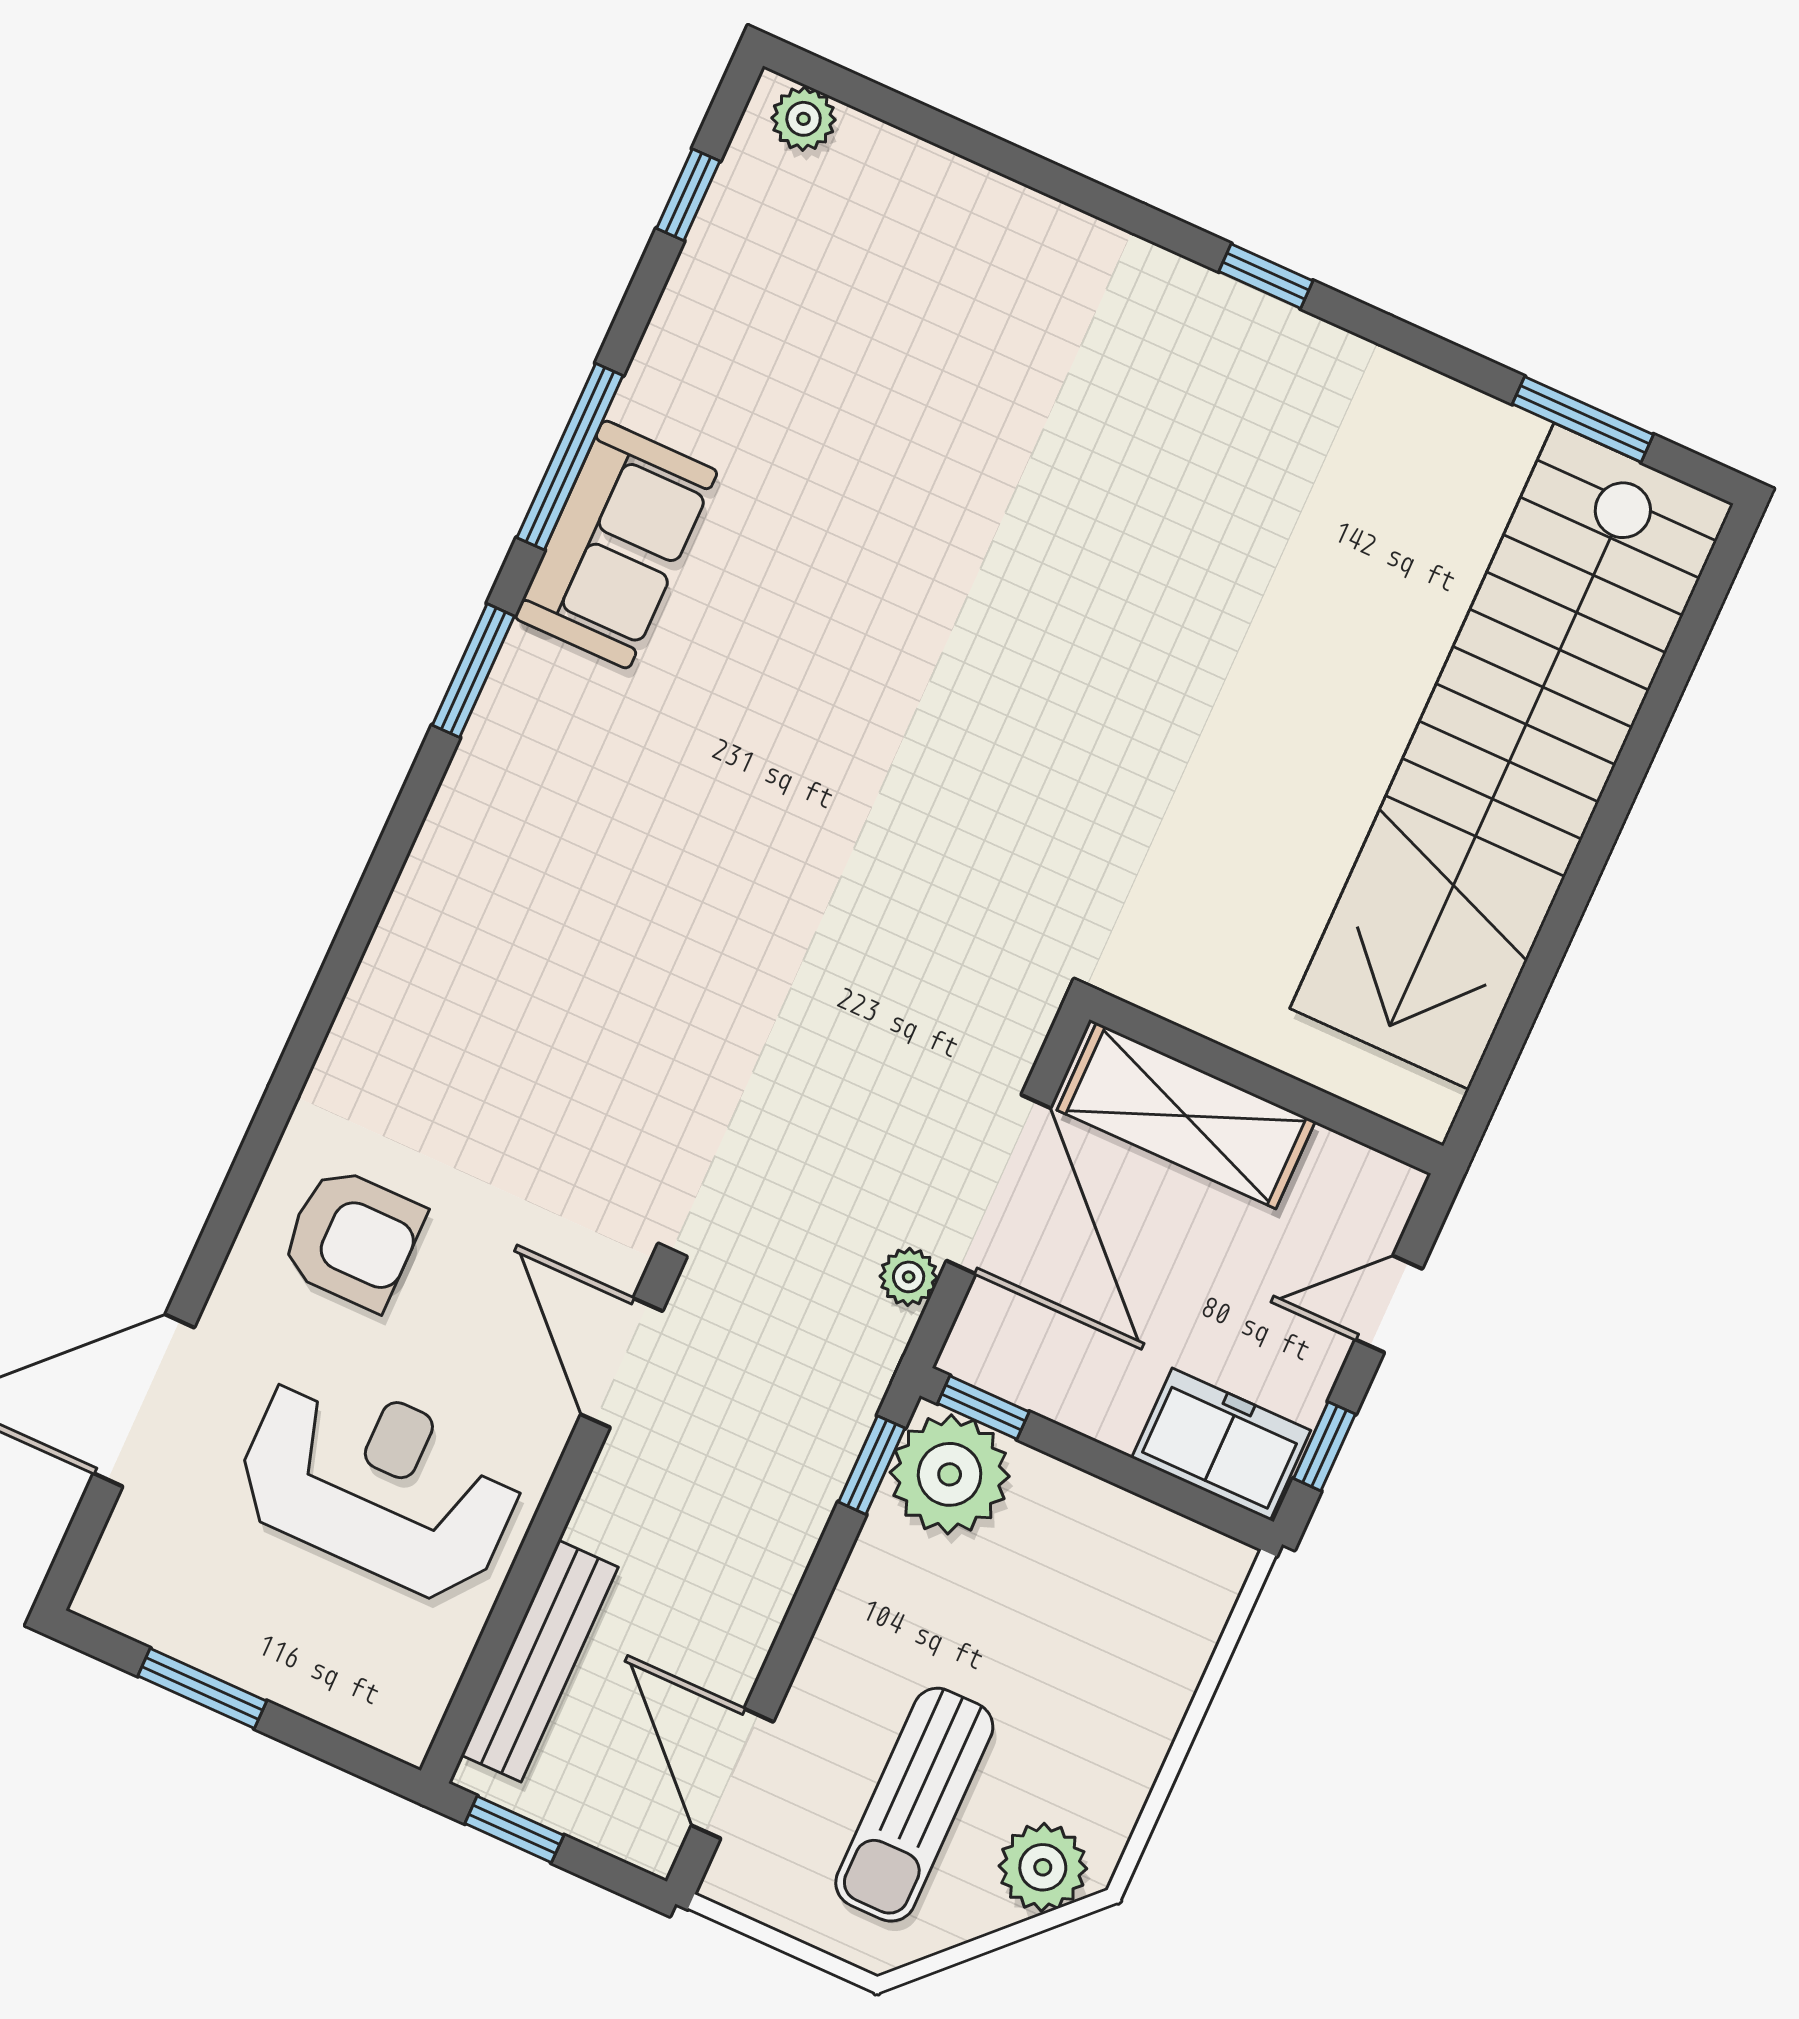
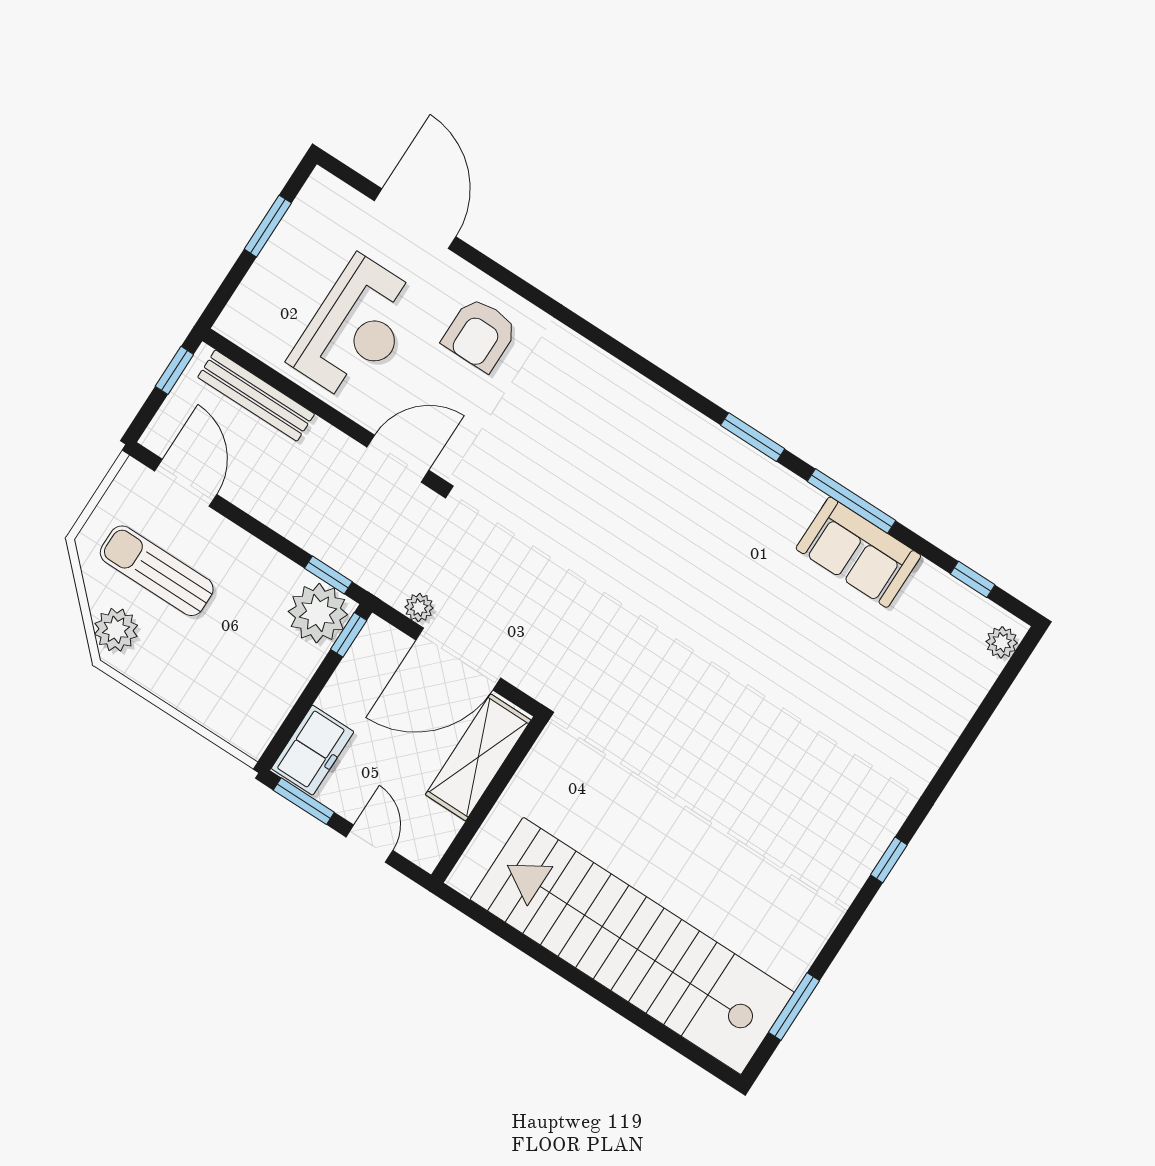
sofa: (616, 545) -> (858, 552), moved
window: (1324, 1446) -> (304, 801), width x1.50
door: (732, 1774) -> (186, 483), hinge flipped

